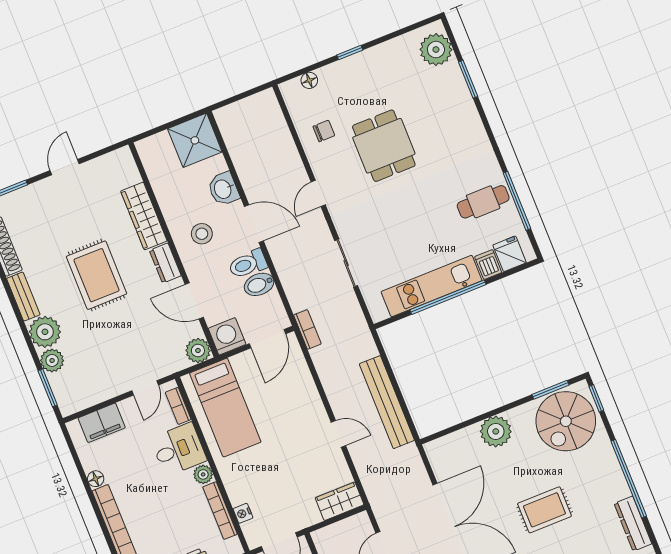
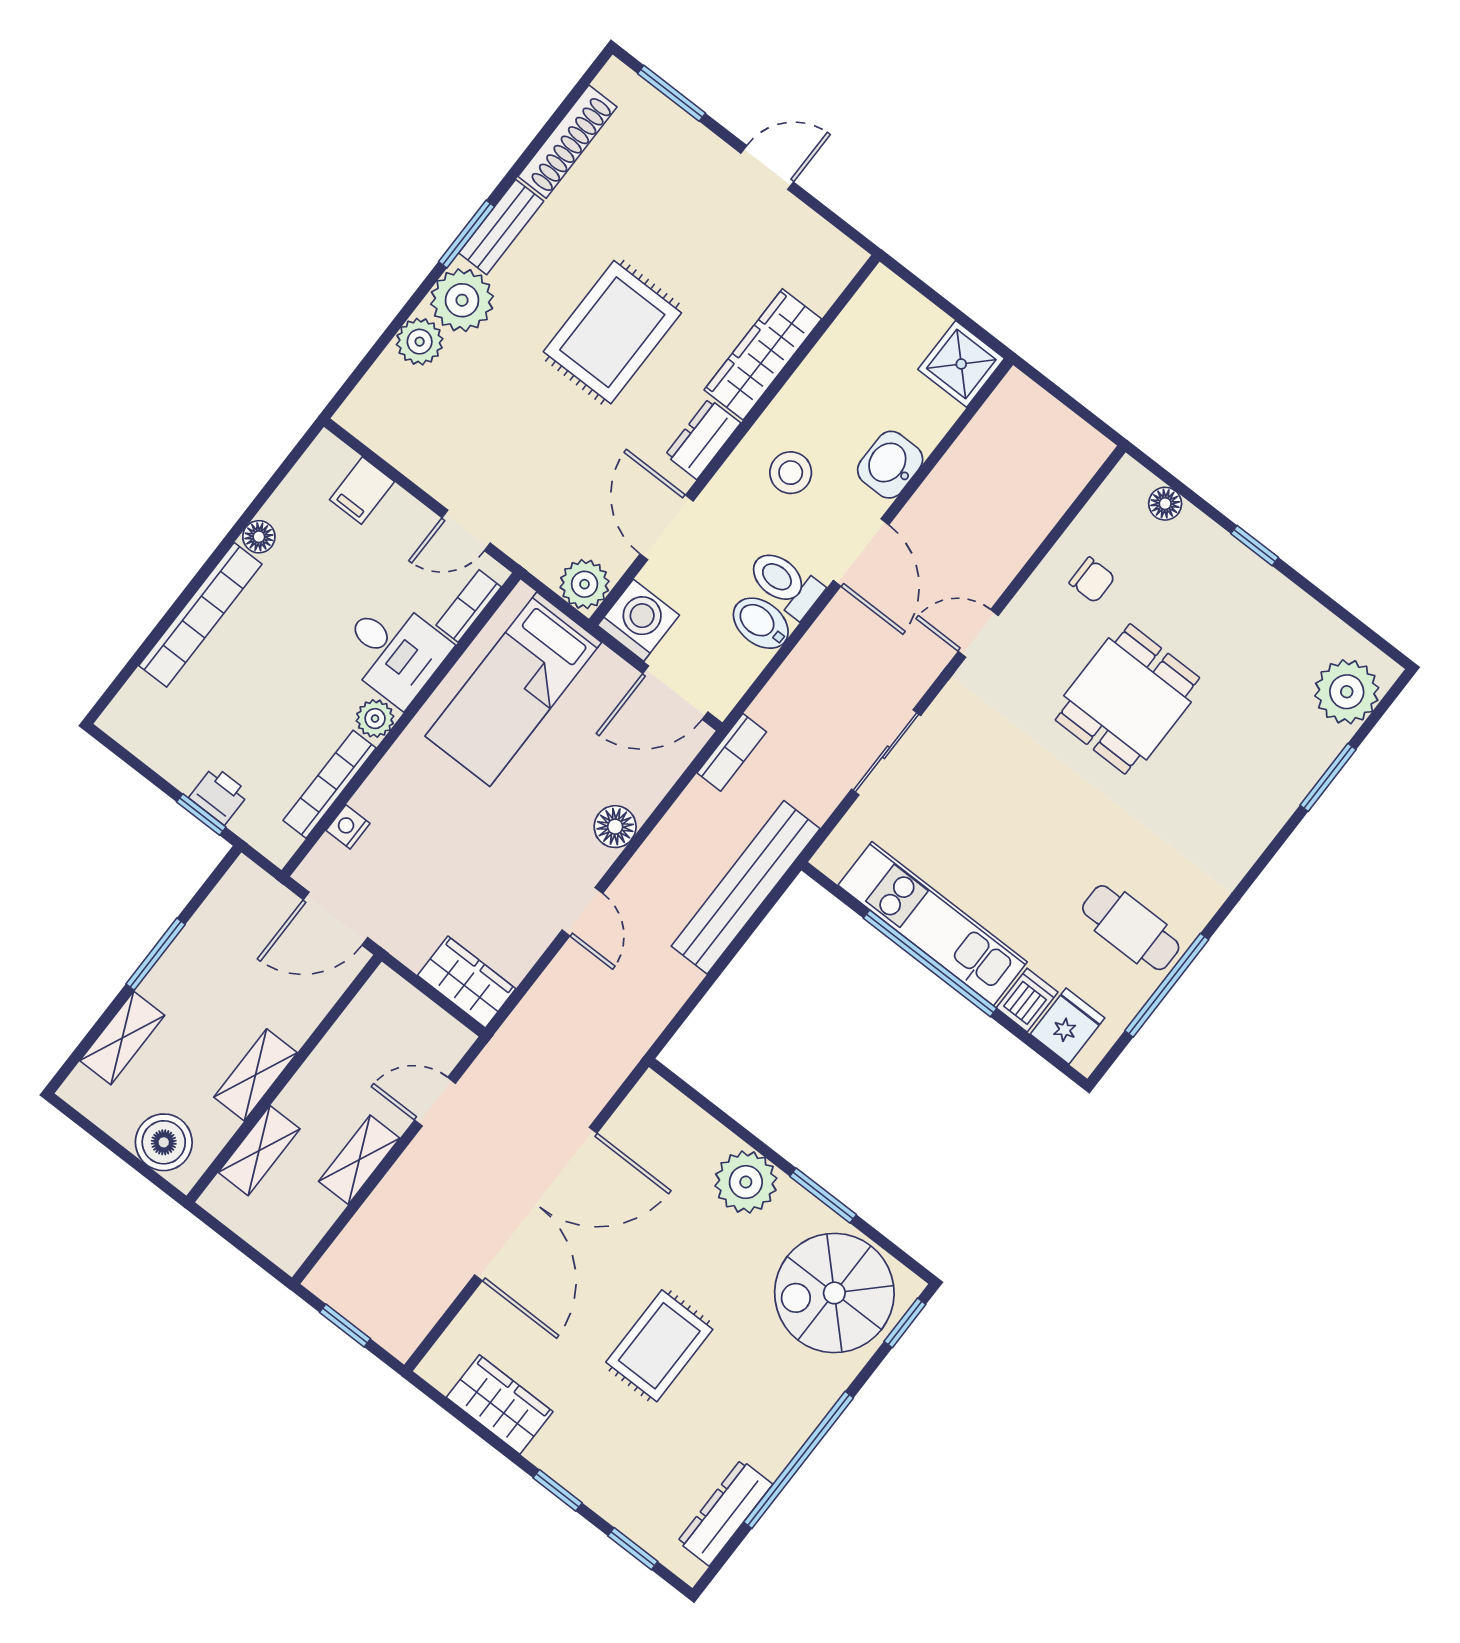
shower: (195, 140) -> (961, 364), width x0.73, depth x0.73
window: (48, 388) -> (467, 234), moved
window: (550, 390) -> (823, 1196), moved
floor lamp: (310, 398) -> (615, 827), added
bench: (387, 402) -> (746, 887), moved
filing cabinet: (102, 423) -> (362, 491), width x0.50
rug: (544, 510) -> (659, 1346), turned 90

